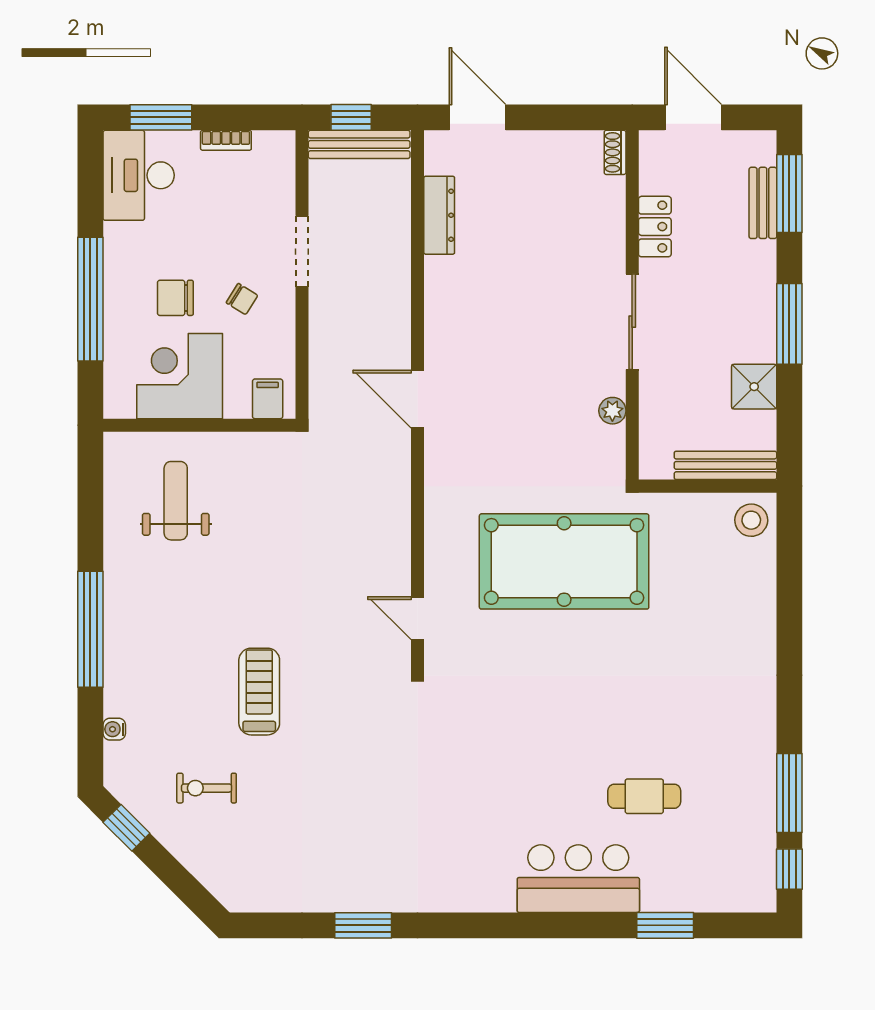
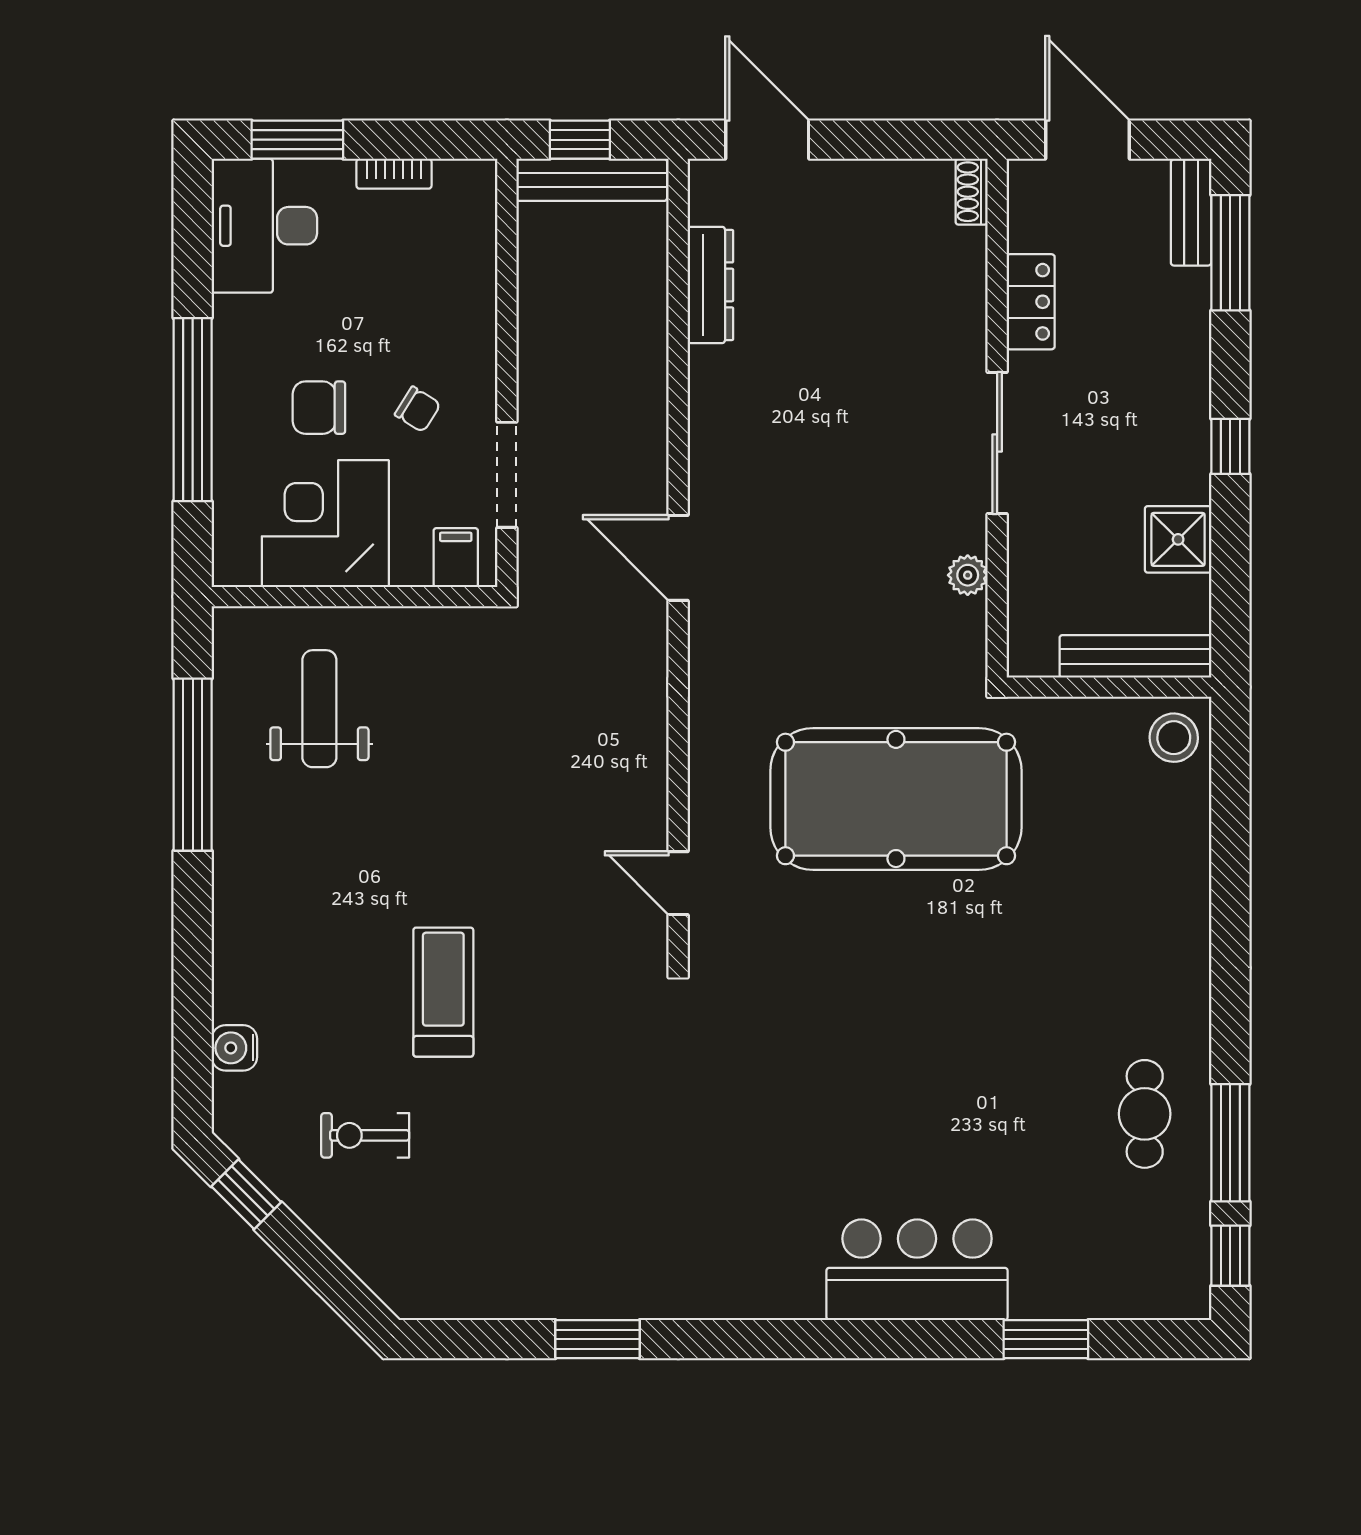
bench: (763, 203) -> (1191, 212), moved
doorway: (302, 251) -> (507, 475), moved
window: (789, 324) -> (1230, 446), width x0.46
window: (90, 629) -> (193, 765), moved
water cooler: (114, 729) -> (234, 1048), width x1.38, depth x1.38
cafe table: (644, 796) -> (1145, 1114), moved, turned 90

